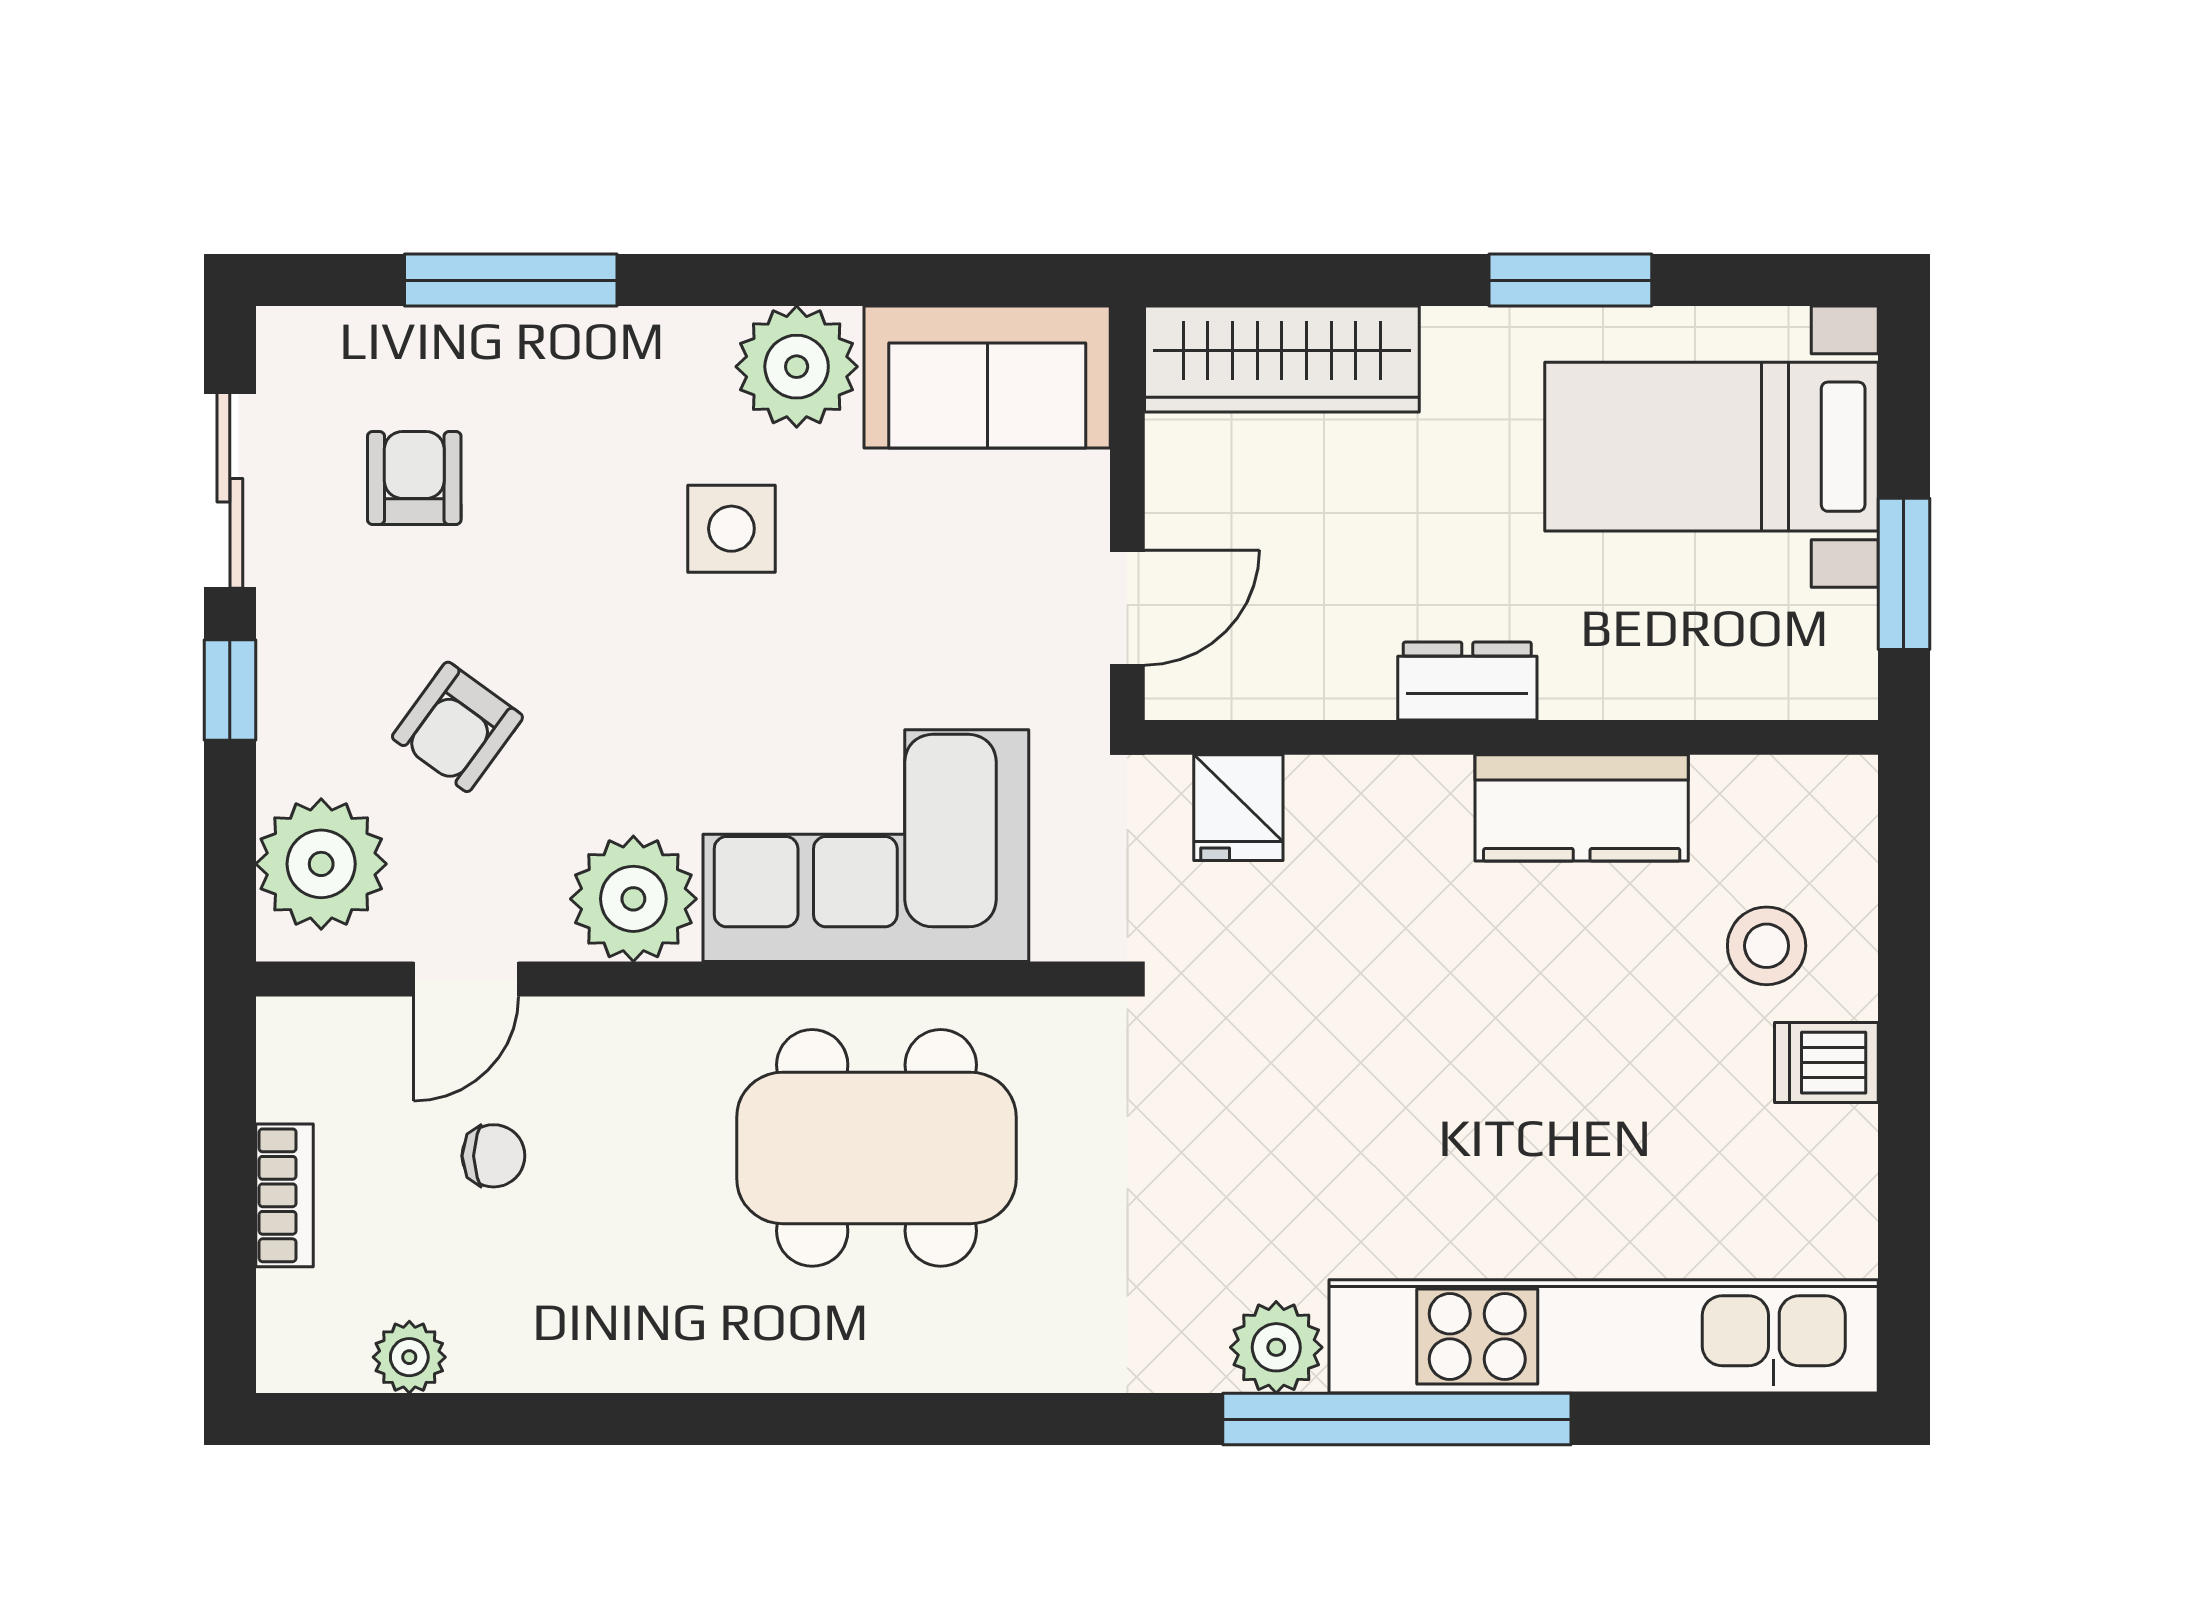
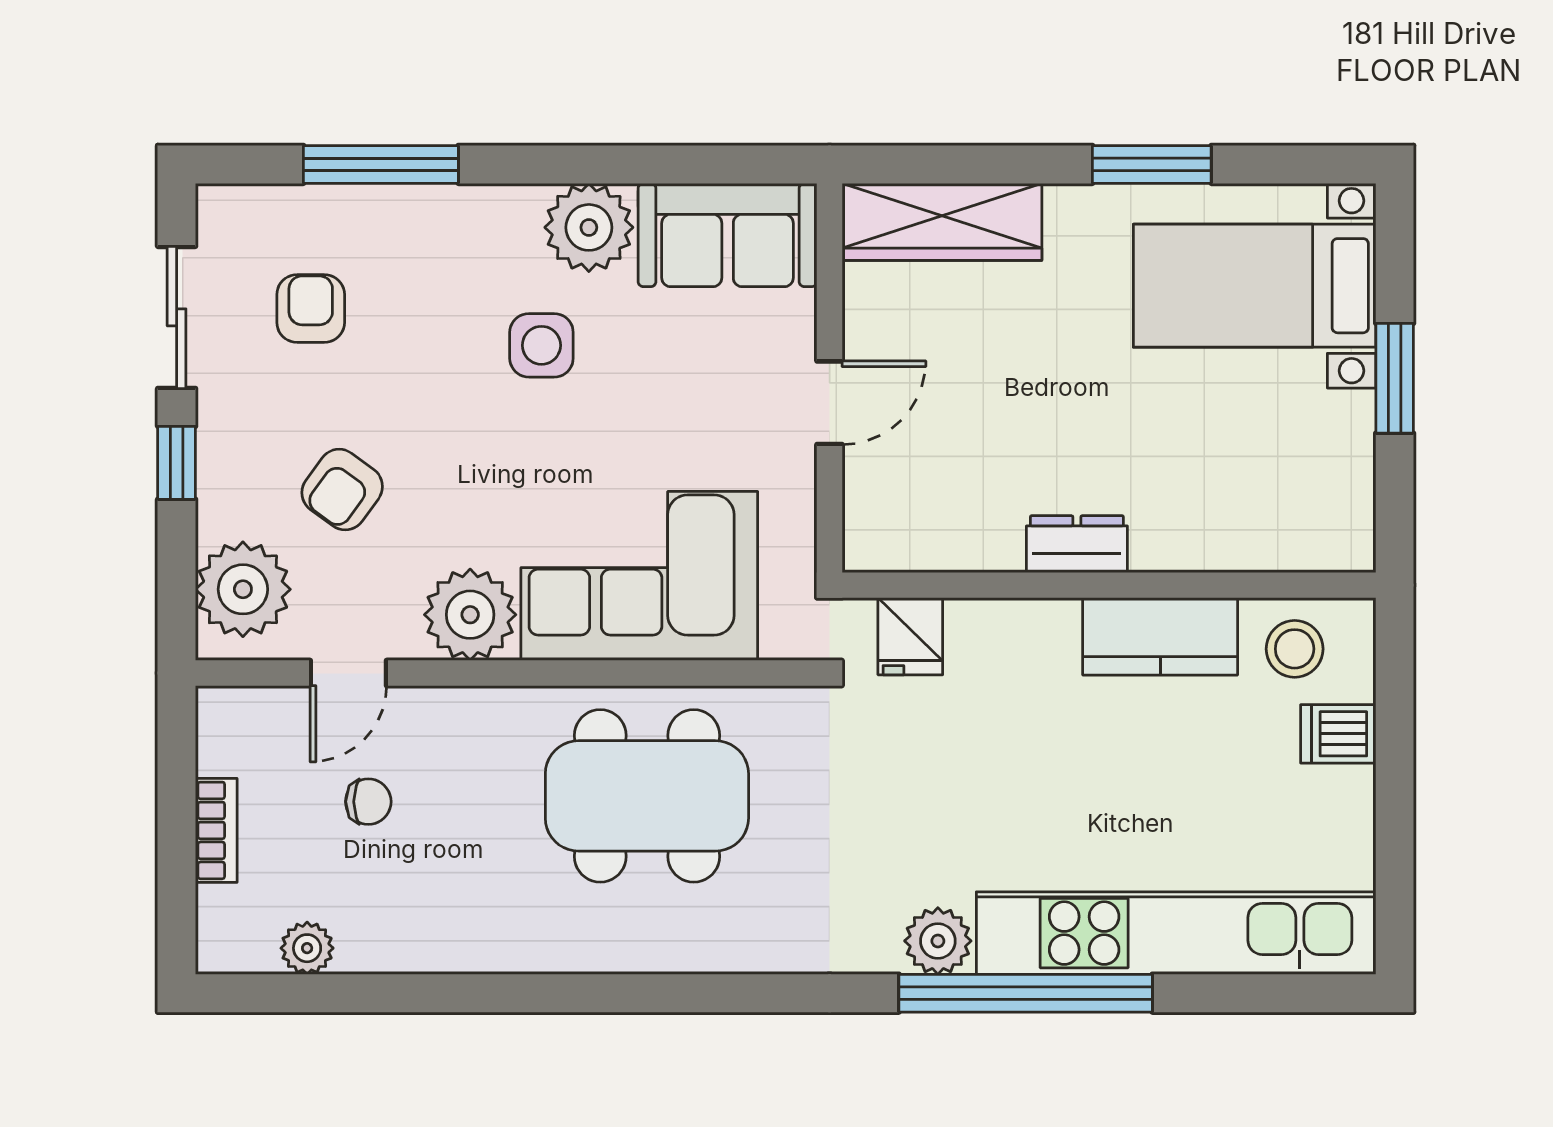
dresser: (1467, 681) -> (1077, 544), moved
wall: (1511, 737) -> (1109, 585), moved
fridge: (1238, 808) -> (910, 636), moved
kitchen counter: (1582, 808) -> (1160, 636), moved

